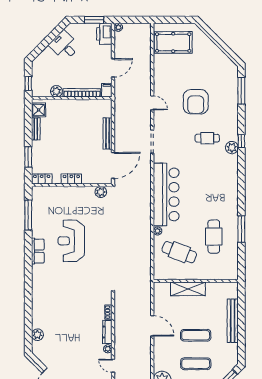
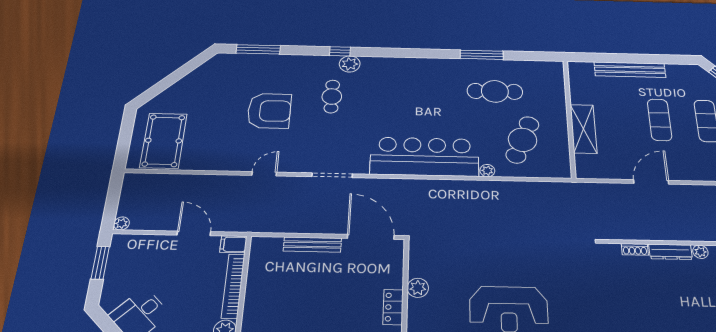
printer: (104, 34) -> (129, 246), removed
plant: (101, 192) -> (418, 288), moved

